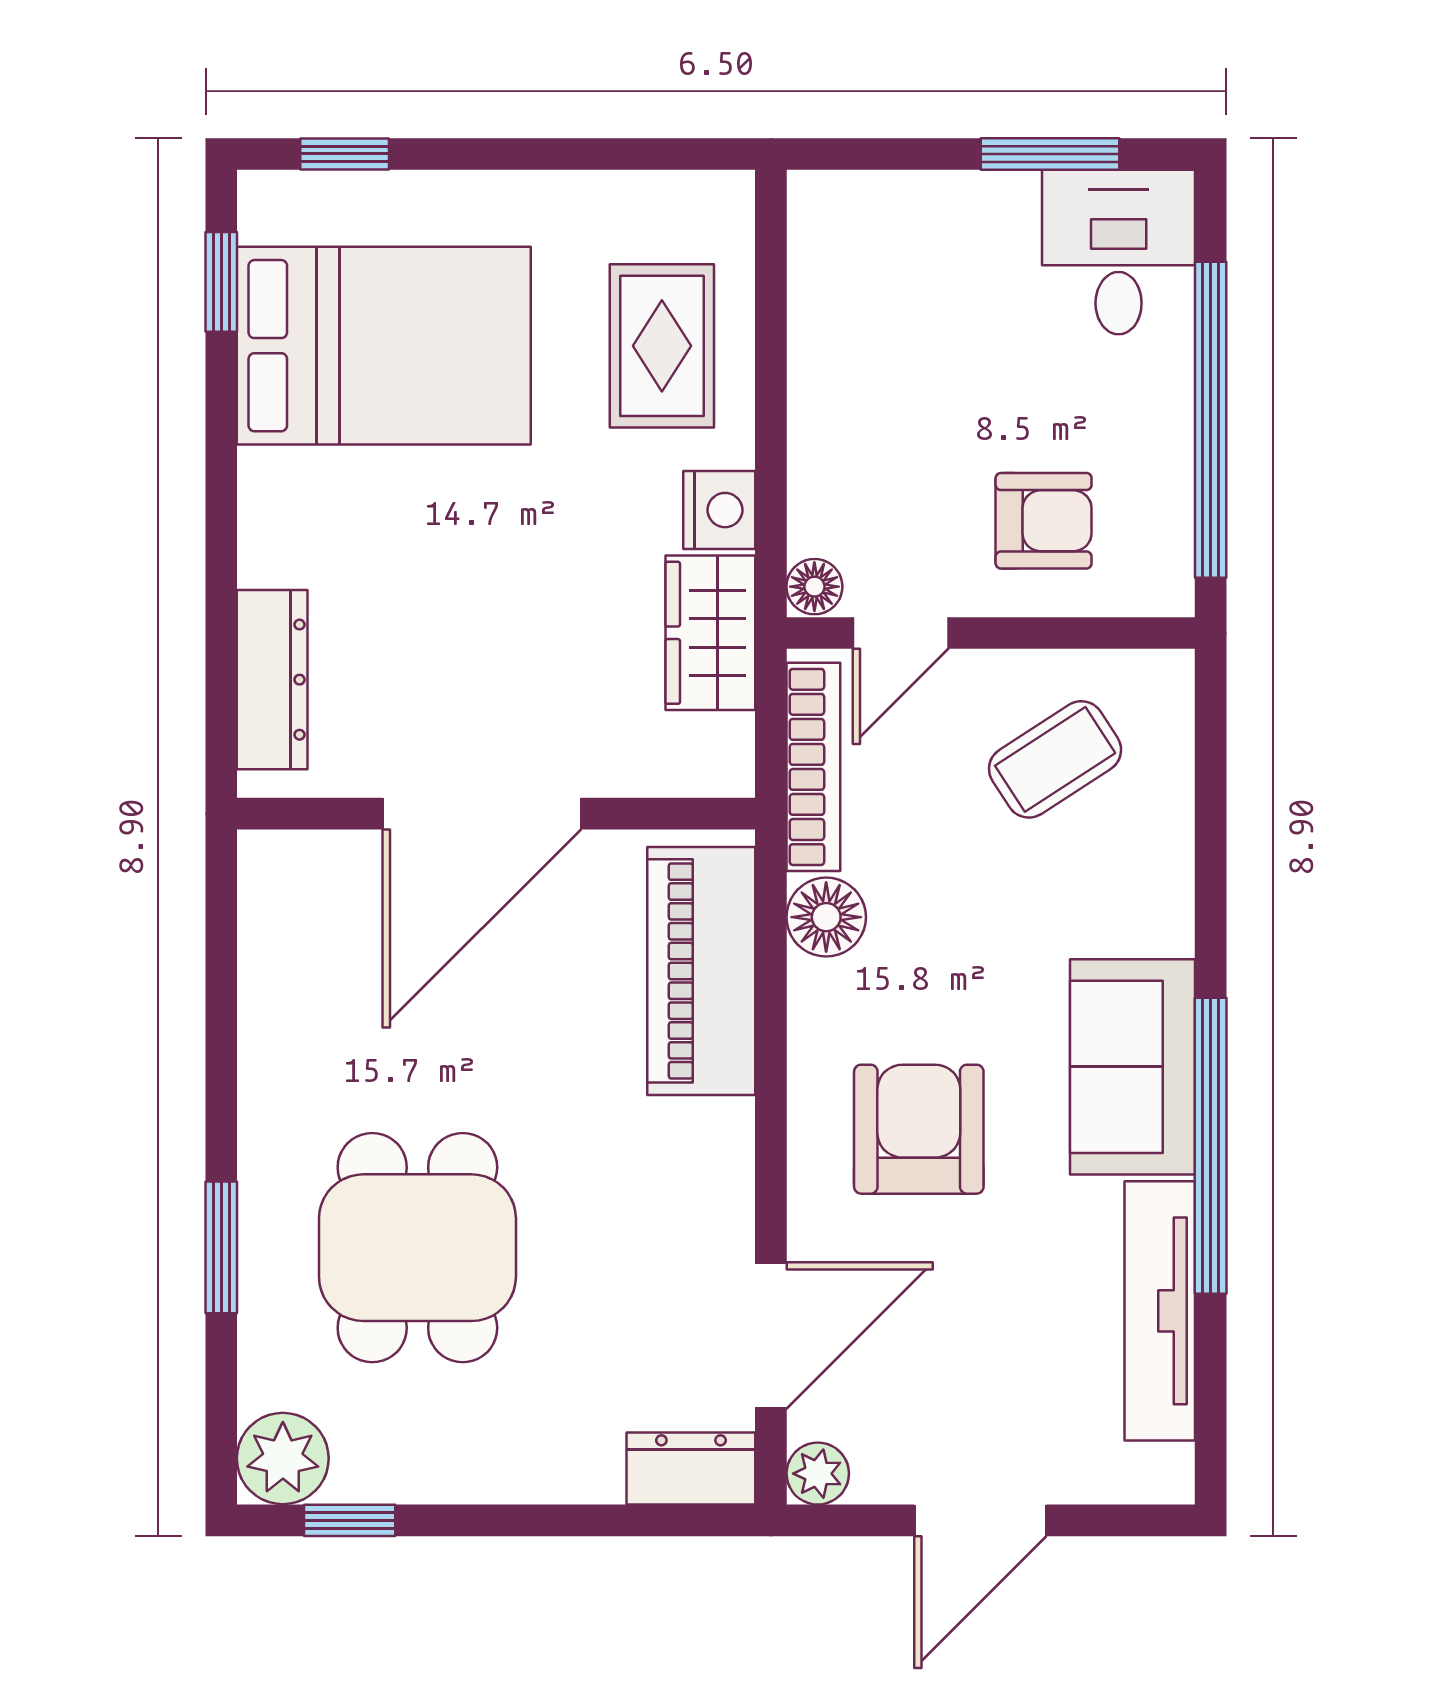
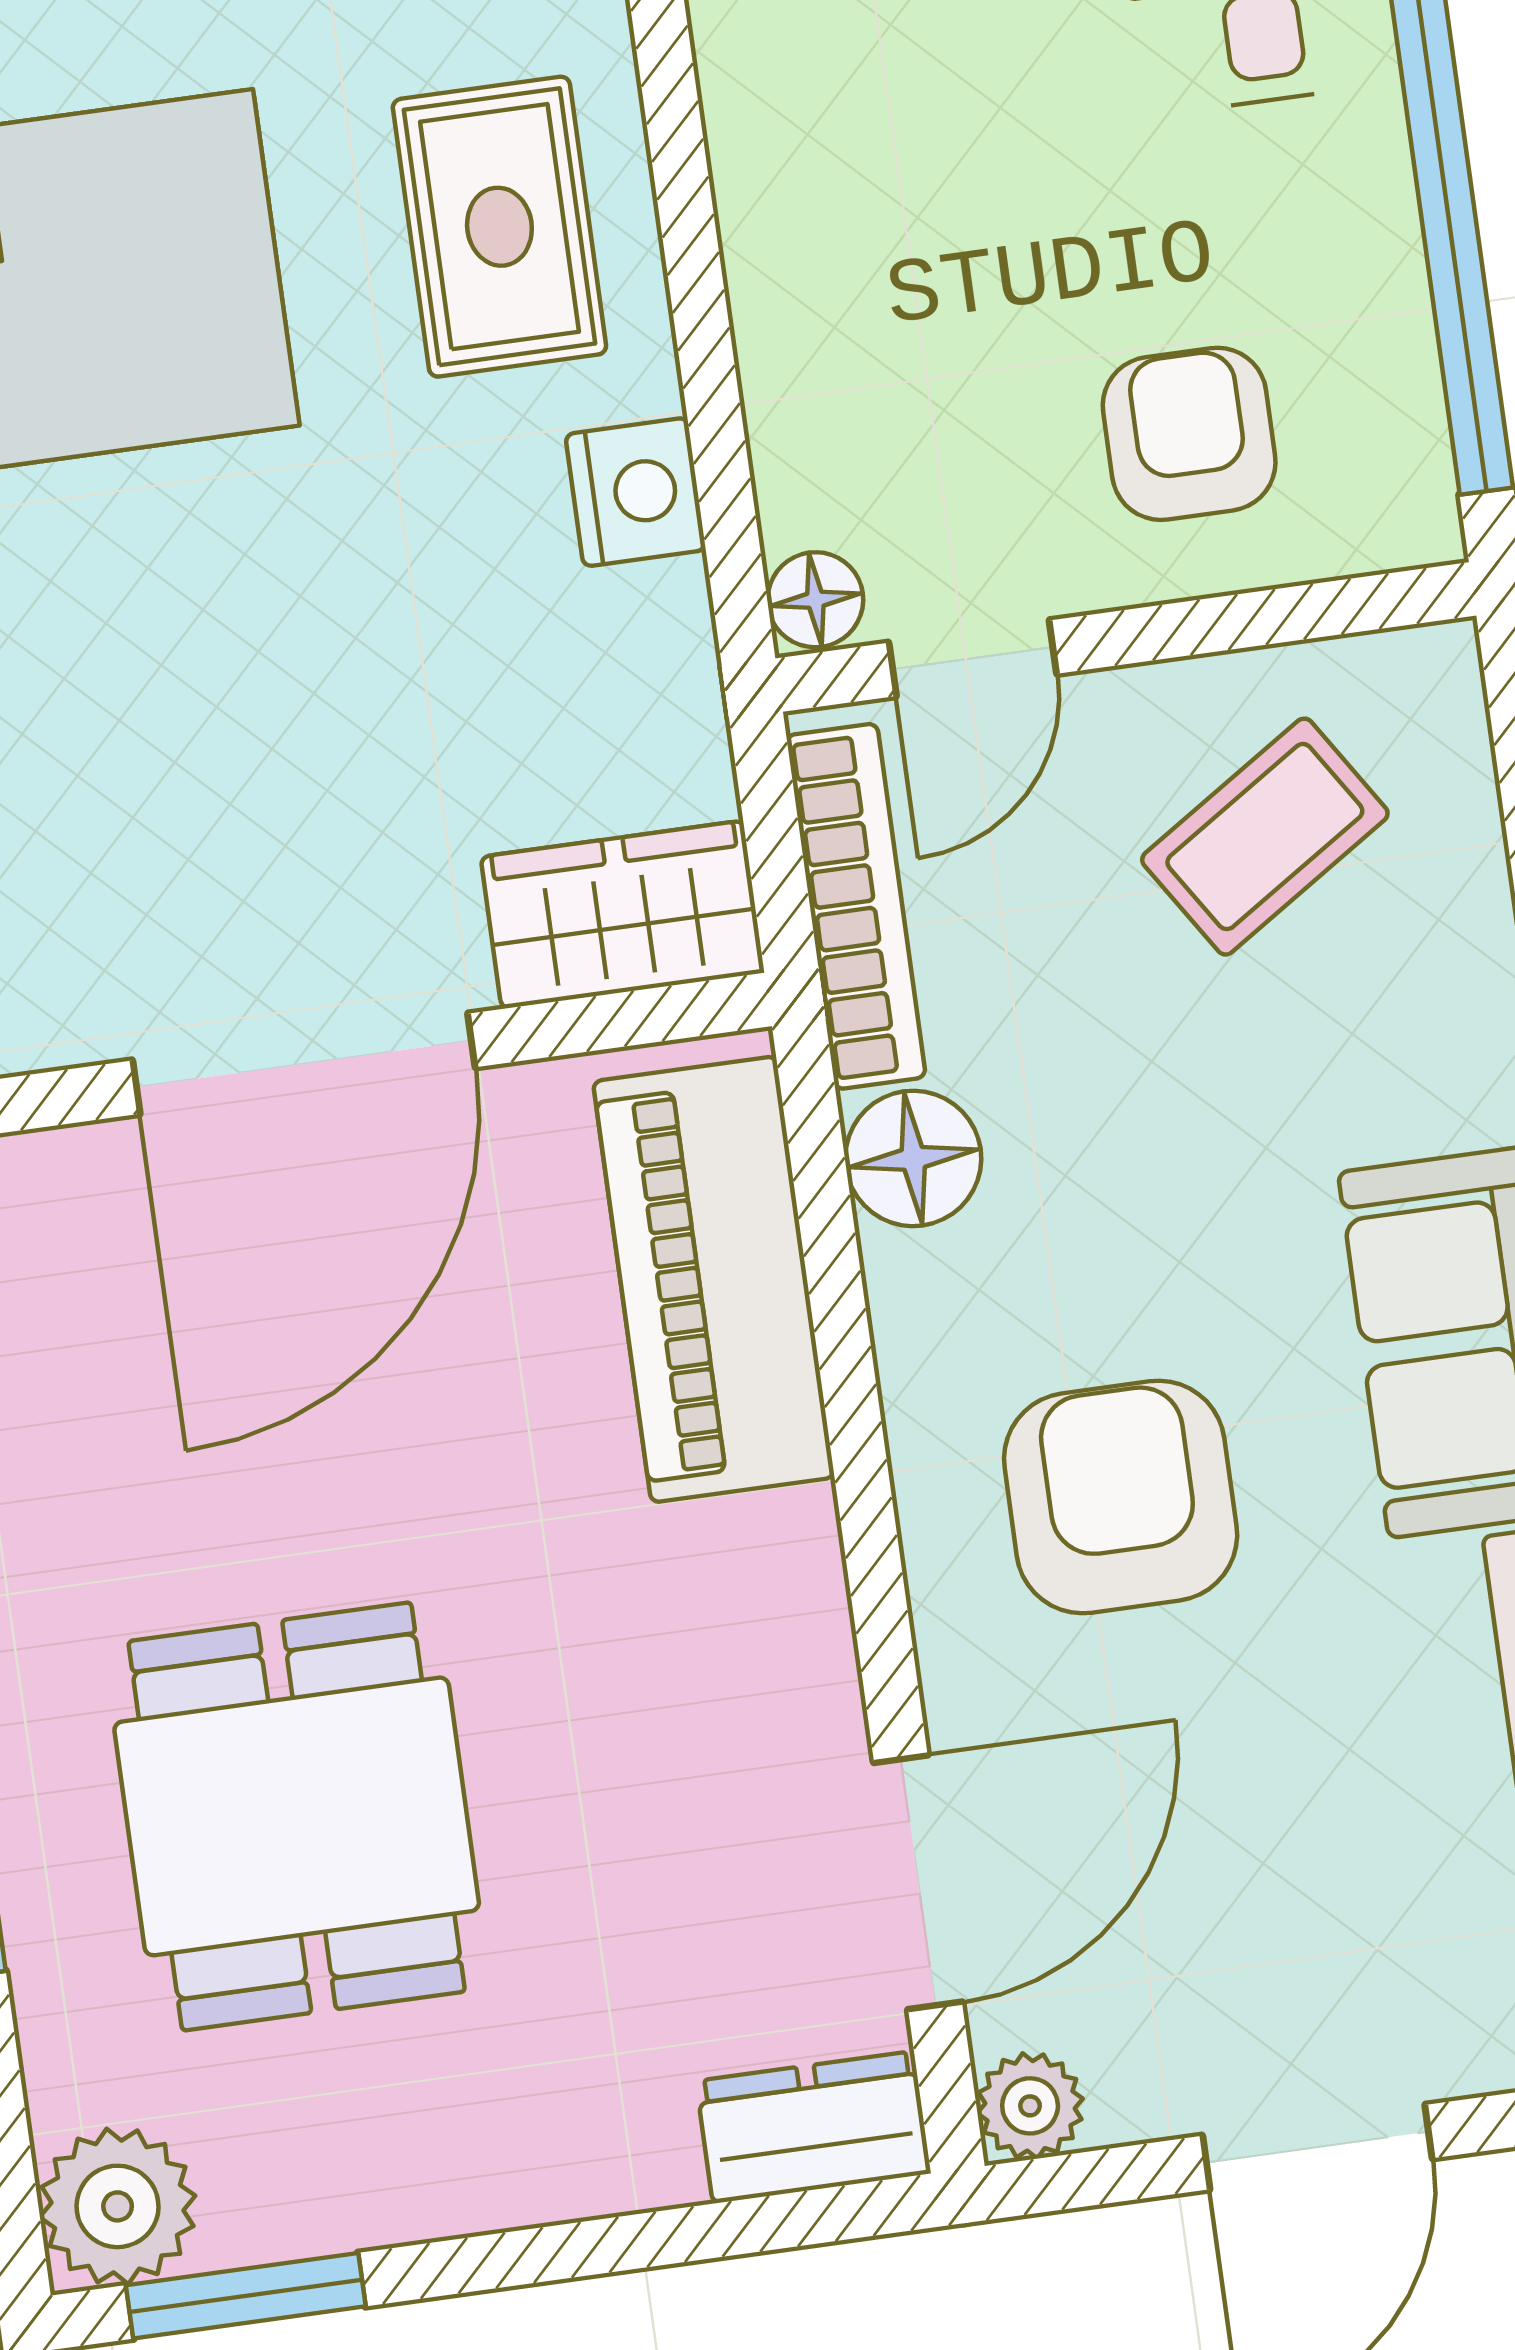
armchair: (1044, 521) -> (1189, 434), turned -90
wardrobe: (710, 633) -> (623, 915), moved, turned 90
window: (350, 1520) -> (246, 2296), width x1.50

